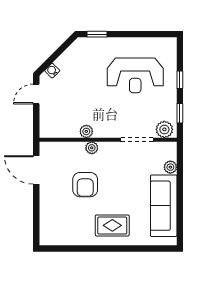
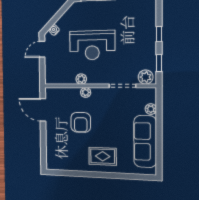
reception desk: (135, 75) -> (92, 45), moved

